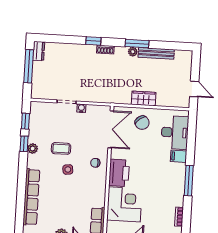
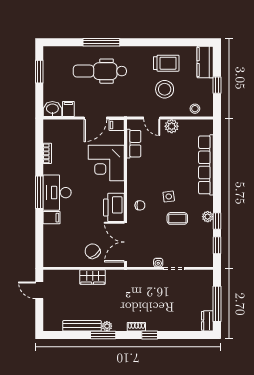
desk: (175, 132) -> (57, 193), moved
printer: (119, 173) -> (114, 207), moved

